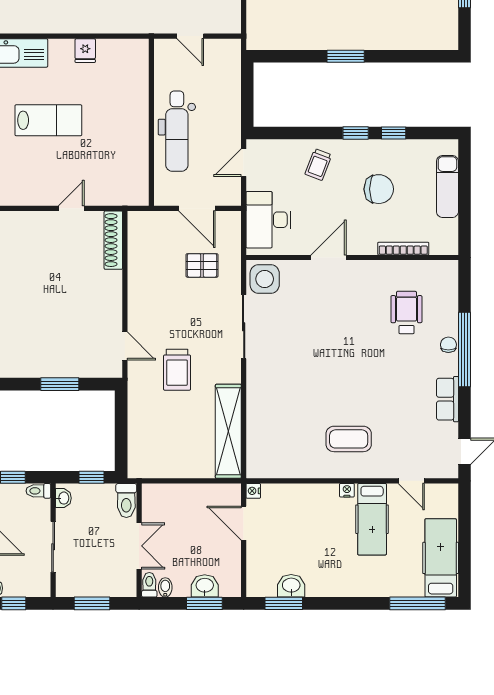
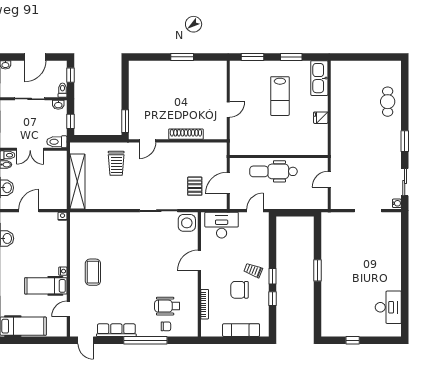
door: (244, 163) -> (255, 211), hinge flipped
trolley: (318, 165) -> (253, 270), moved
chair: (379, 189) -> (240, 290), turned 90
door: (71, 208) -> (228, 109), hinge flipped
shoe rack: (113, 240) -> (186, 134), moved
door: (329, 258) -> (199, 260), swing flipped
wheelchair: (406, 313) -> (167, 306), turned 180
chair: (448, 345) -> (166, 326), moved
trolley: (177, 370) -> (116, 163), moved, turned -90
window: (60, 384) -> (125, 121), moved
row of seats: (447, 399) -> (116, 330), width x1.48
shelving: (228, 431) -> (77, 182), moved, turned 90
door: (244, 523) -> (29, 211), moved

